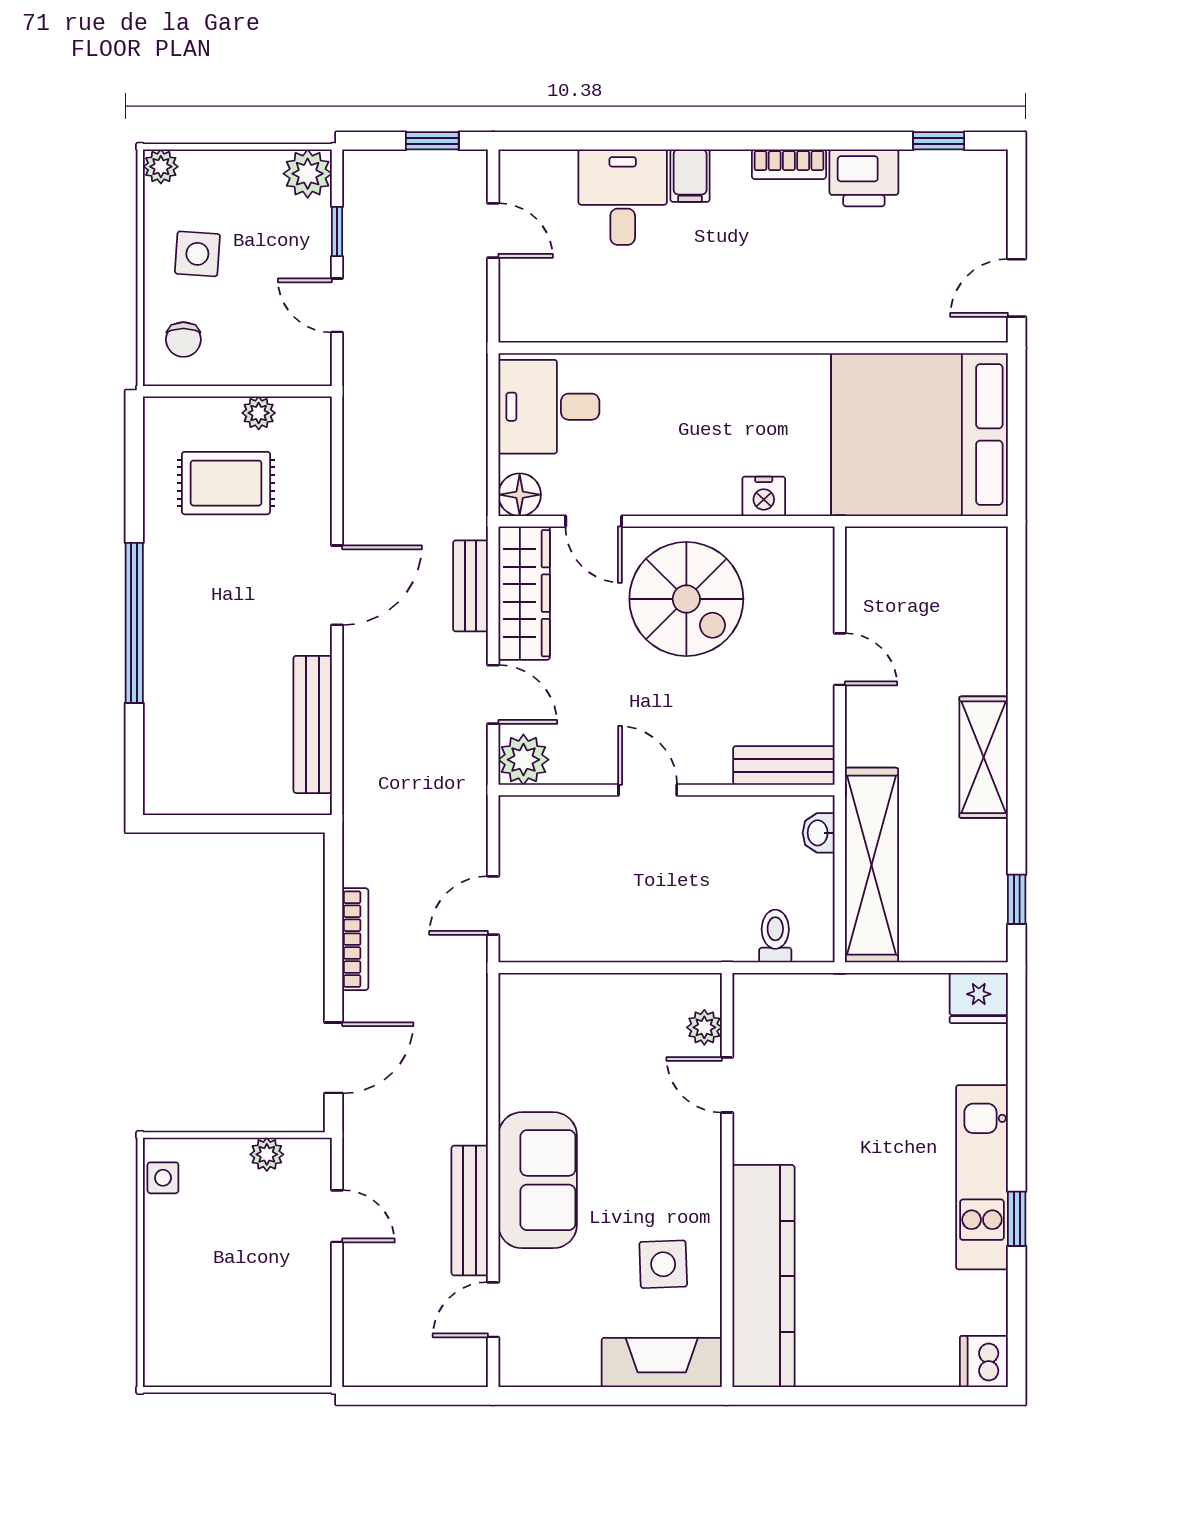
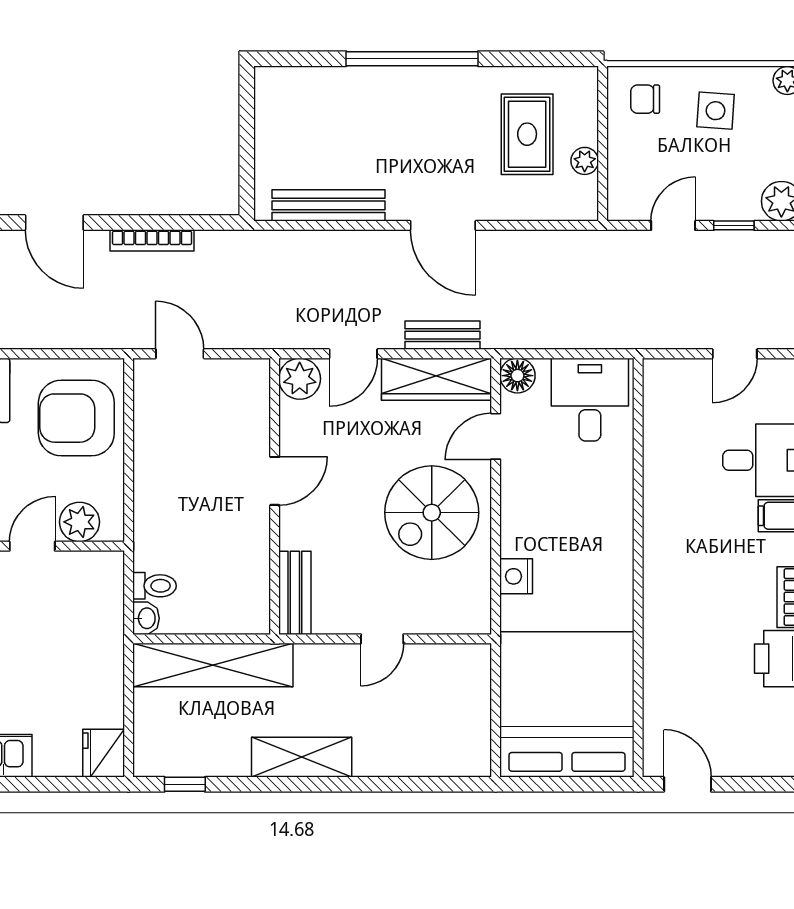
washbasin: (819, 833) -> (146, 618), moved, turned 90
plant: (704, 1027) -> (80, 522), width x1.38, depth x1.38
armchair: (571, 1031) -> (76, 418), added

